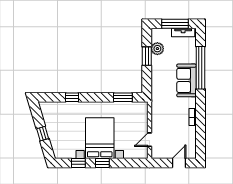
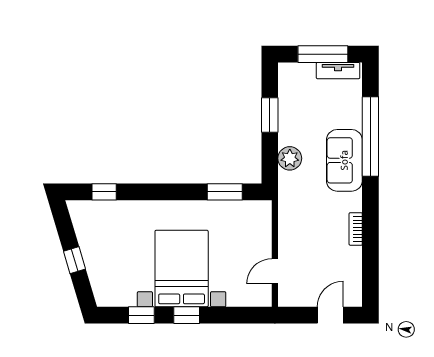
plant: (157, 49) -> (290, 158), moved
window: (72, 97) -> (104, 192), moved

